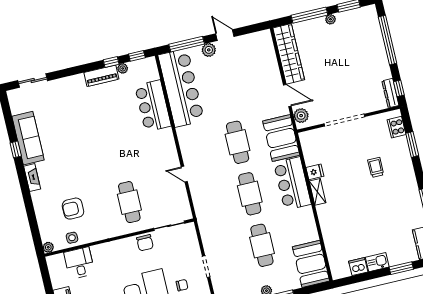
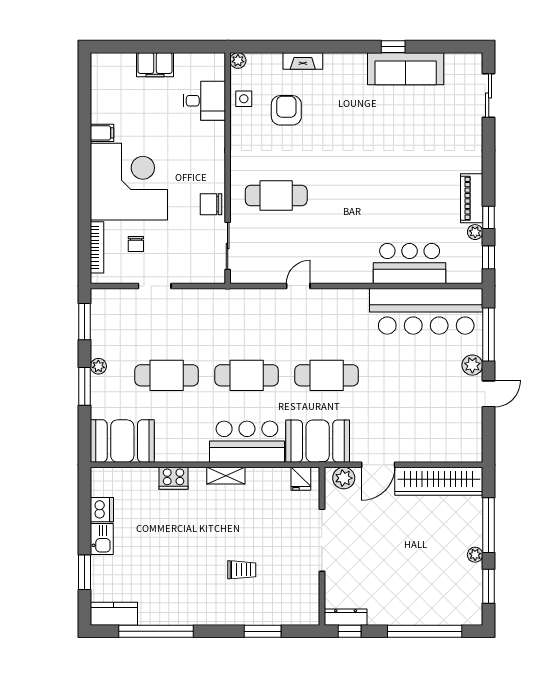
cooker: (397, 127) -> (174, 478), moved, turned 180
fridge: (315, 172) -> (301, 479), moved
fireplace: (32, 178) -> (303, 61), moved

